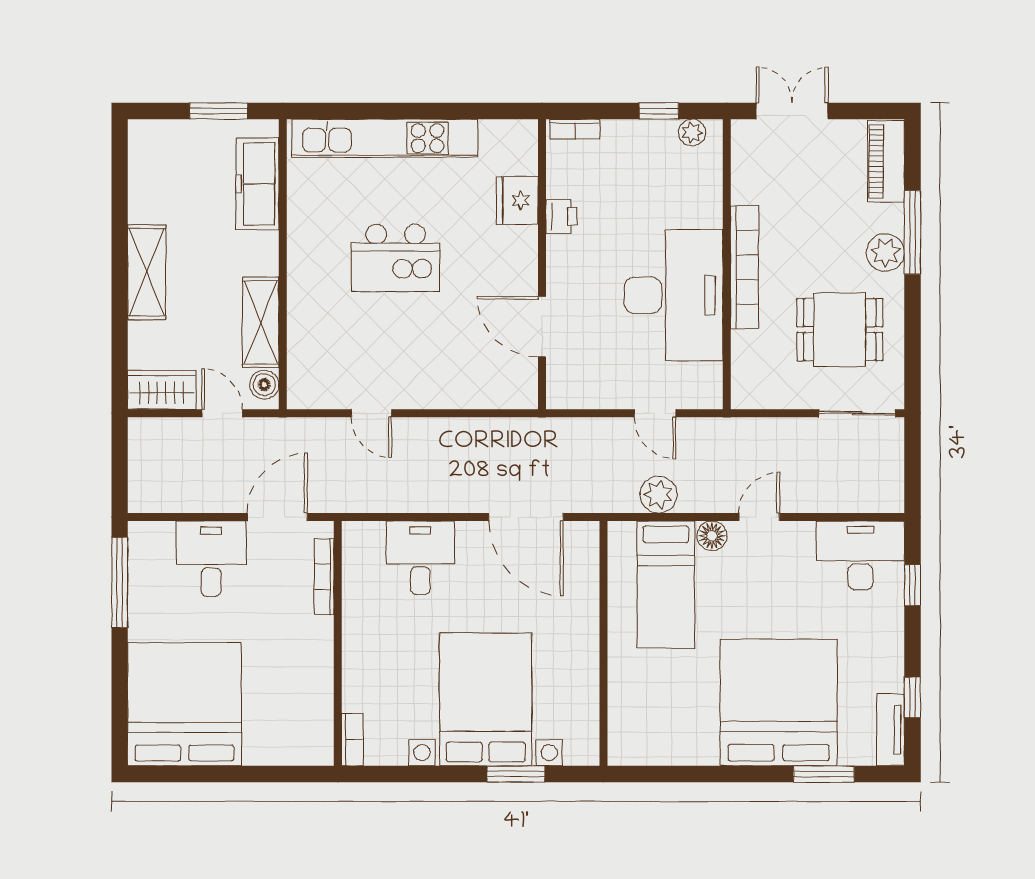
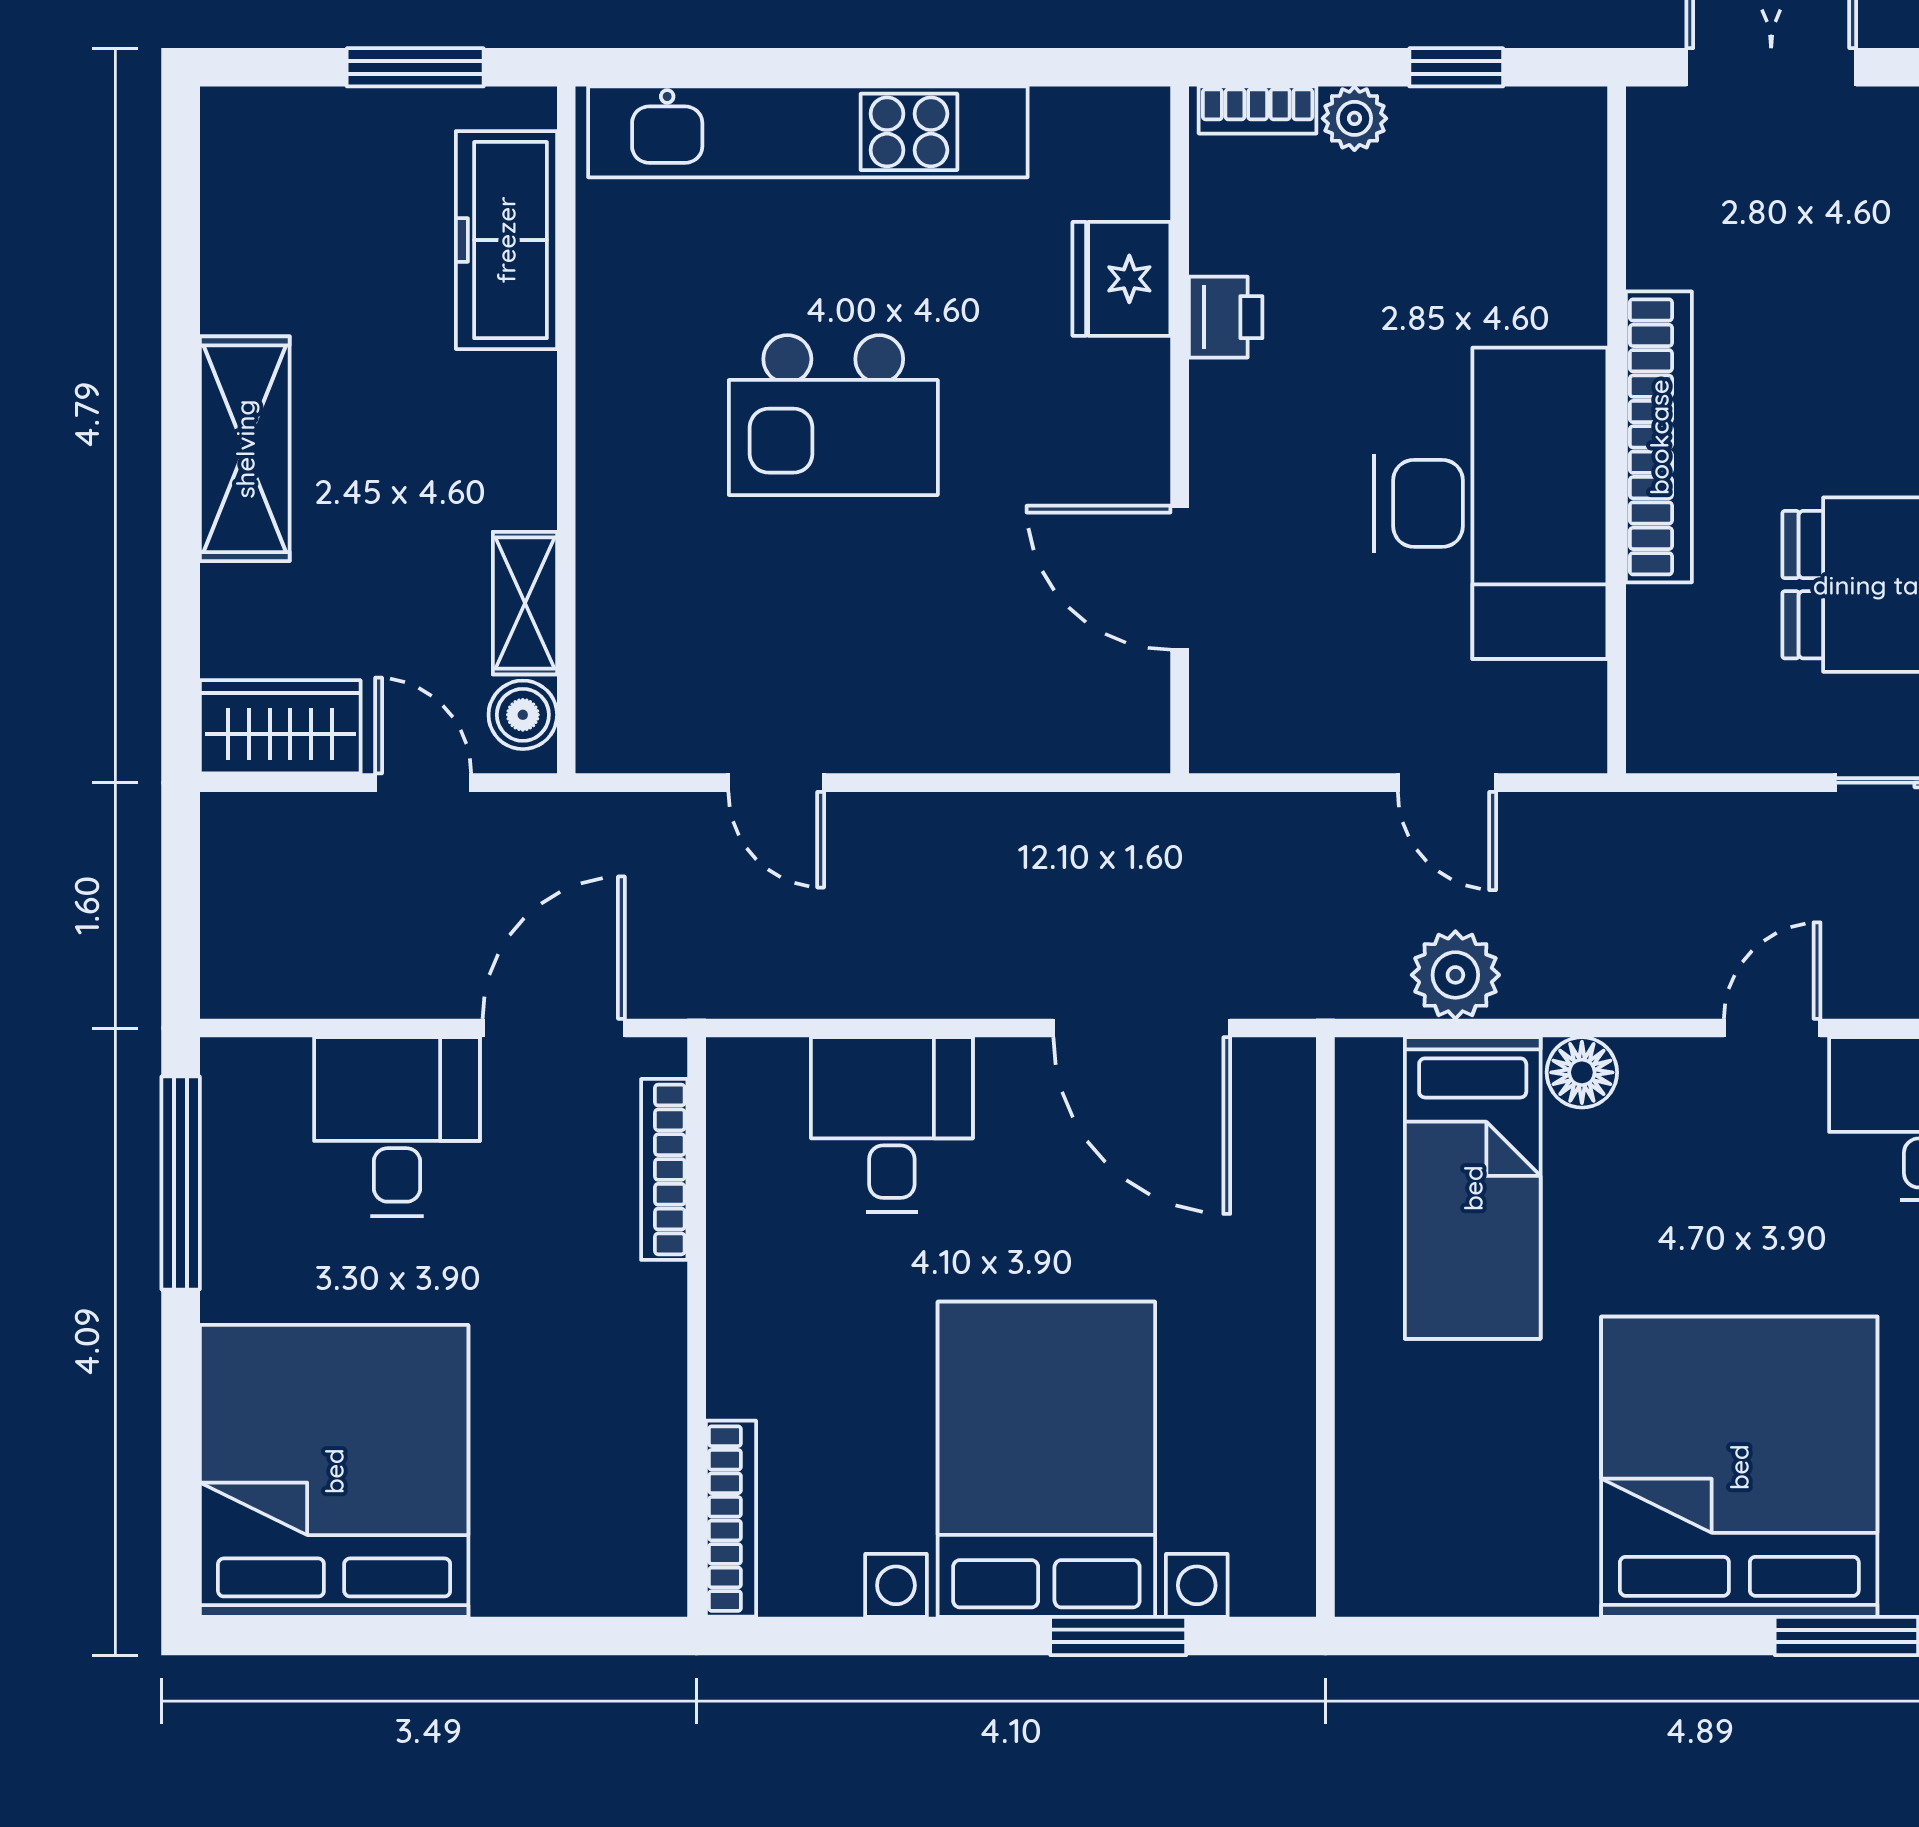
plant: (692, 132) -> (1354, 118), moved
shelving: (261, 322) -> (525, 603), width x0.67, depth x0.75
door: (759, 517) -> (1772, 1028), moved
bookcase: (352, 739) -> (731, 1519), width x1.56

